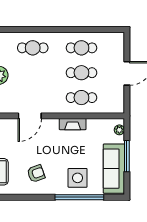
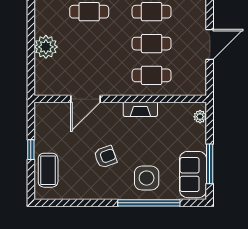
window: (127, 156) -> (210, 164), moved
sofa: (114, 169) -> (193, 175), width x0.73
armchair: (36, 174) -> (105, 157), moved

